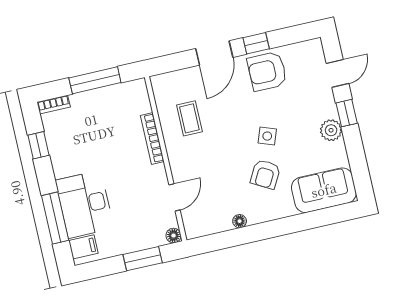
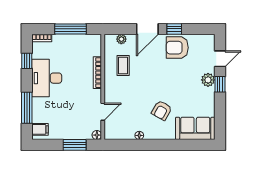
plant: (177, 78) -> (121, 39), added
plant: (331, 130) -> (208, 80), moved
side table: (267, 136) -> (168, 87), removed
desk: (85, 204) -> (47, 78), moved

